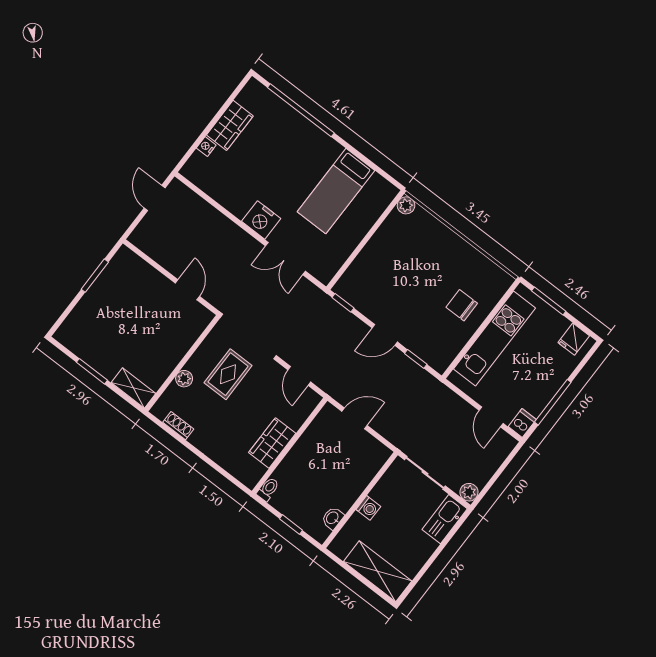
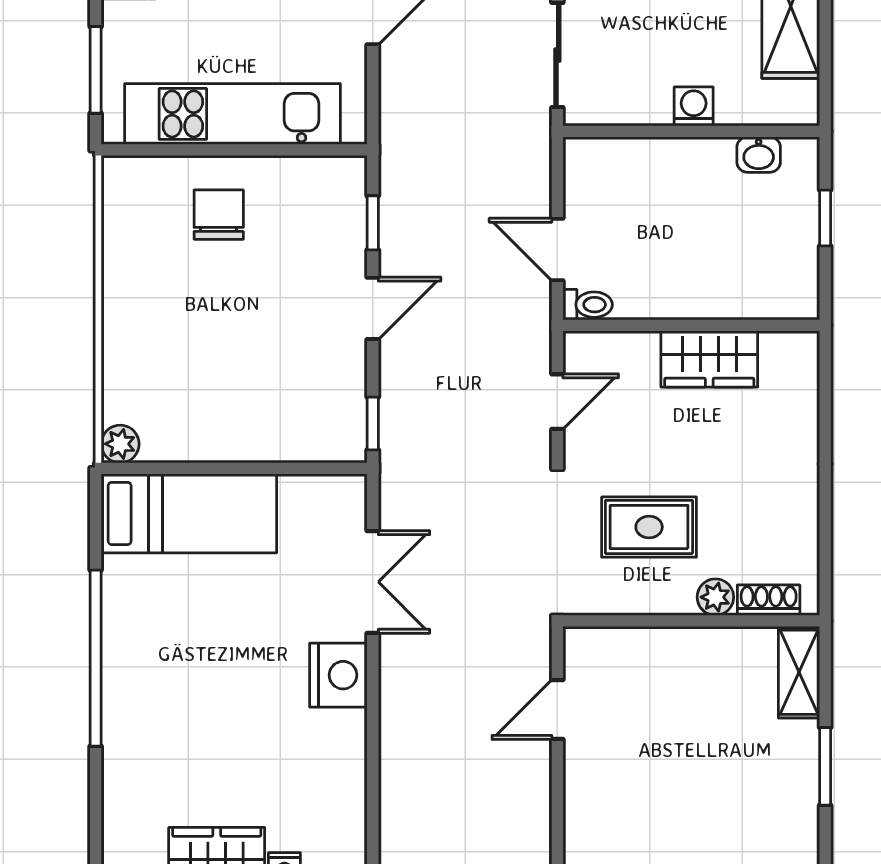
window: (301, 110) -> (96, 658), moved
bed: (336, 191) -> (189, 513), moved
chair: (462, 305) -> (219, 215), turned 180
door: (385, 335) -> (373, 308), hinge flipped
shoe rack: (178, 426) -> (769, 600), moved, turned 90
toilet: (268, 489) -> (588, 305), moved, turned 180

